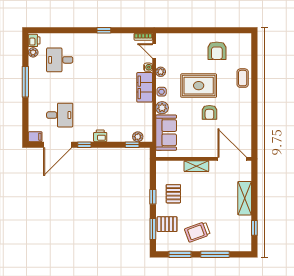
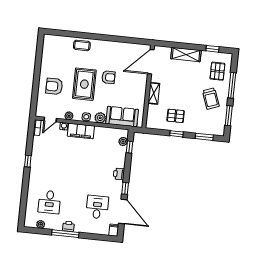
printer: (34, 40) -> (68, 226), moved
armchair: (217, 51) -> (54, 86), moved, turned 180
pallet: (167, 224) -> (217, 71), moved

